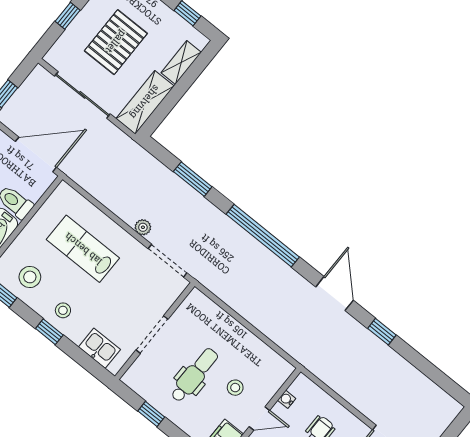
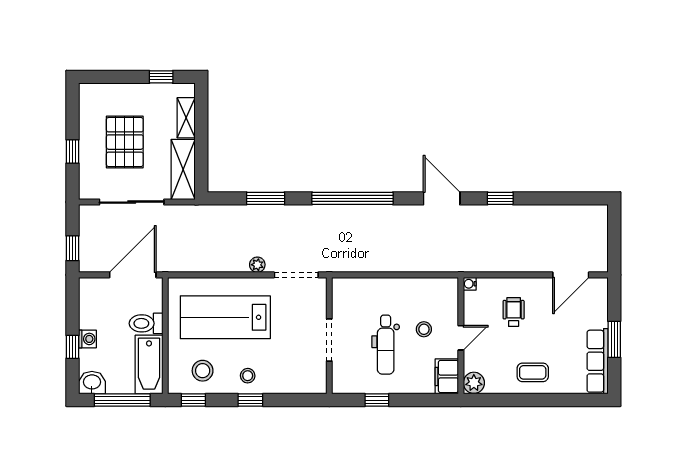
lab bench: (83, 249) -> (225, 317), width x1.36, depth x1.39
kitchen sink: (99, 348) -> (298, 382), removed
dental chair: (194, 375) -> (386, 345), turned 180
water cooler: (287, 399) -> (470, 284), moved

